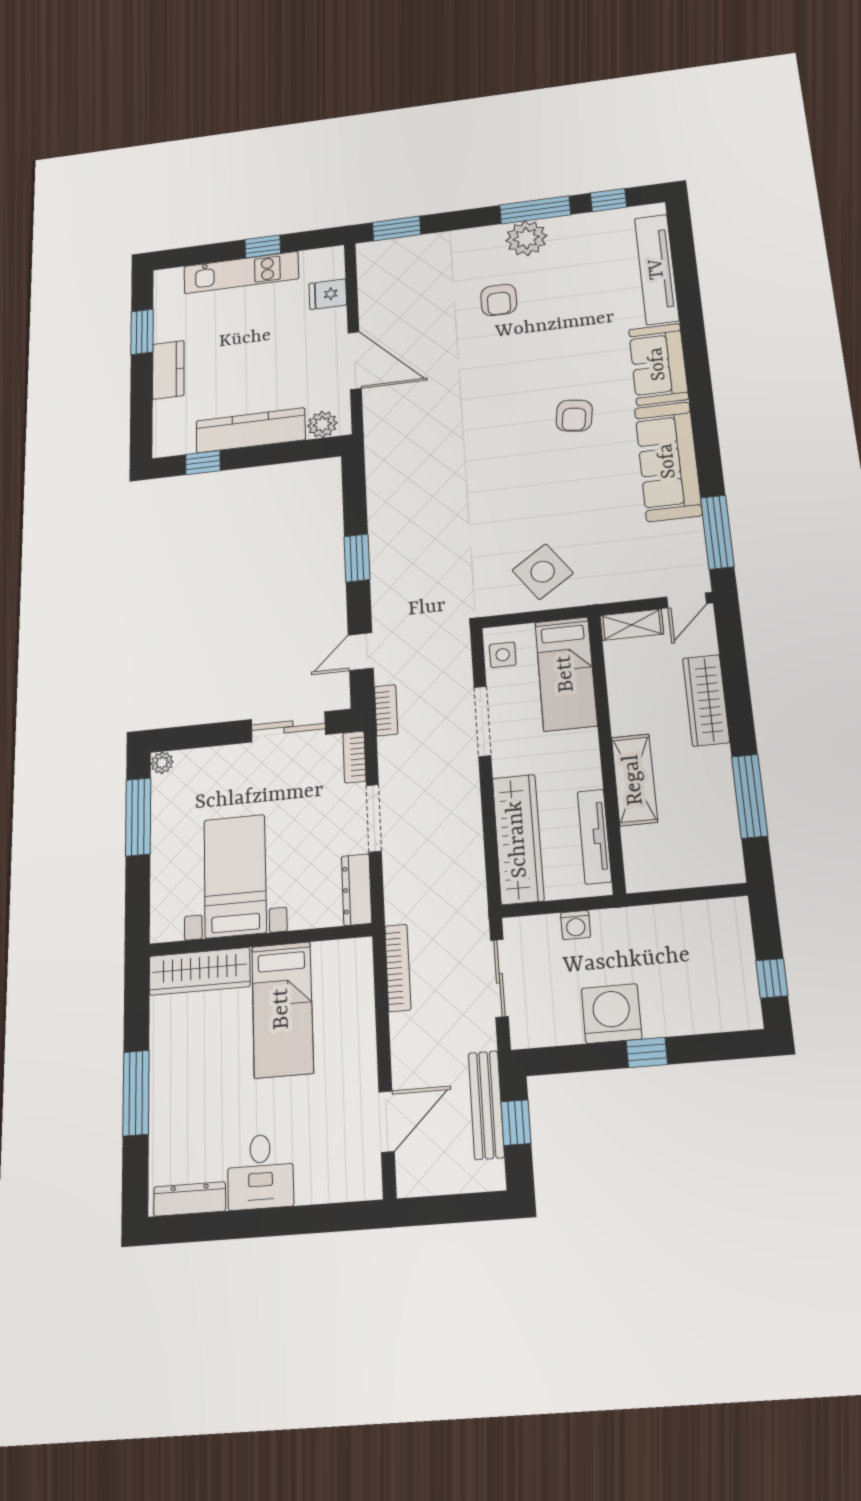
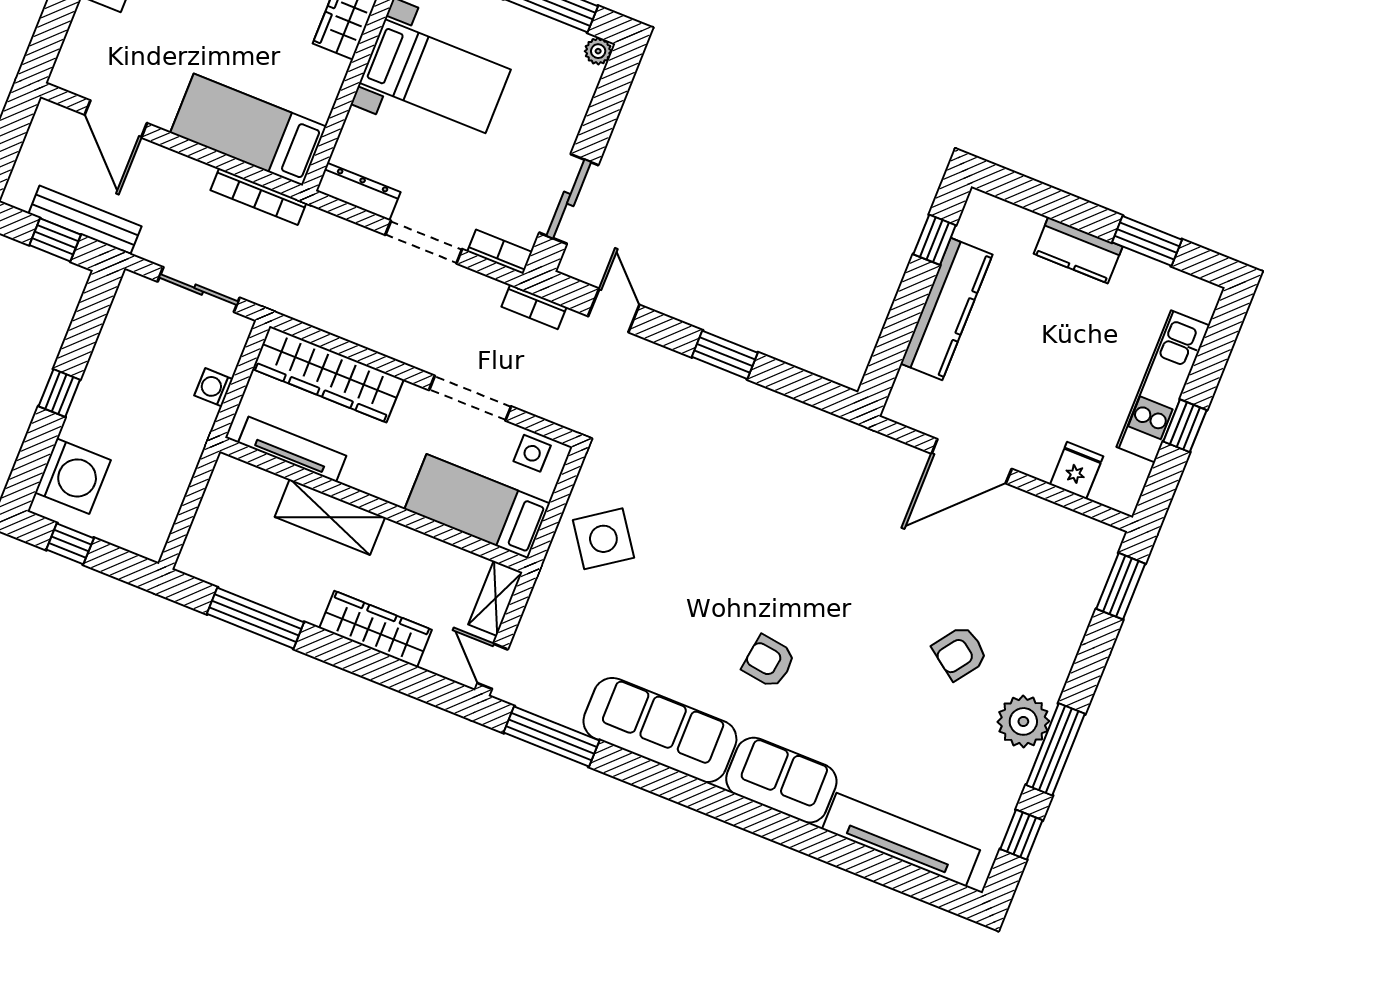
armchair: (499, 300) -> (960, 653), turned -54
plant: (322, 424) -> (910, 390), removed
bed: (282, 1009) -> (248, 130), moved
washing machine: (612, 1014) -> (73, 476), moved

